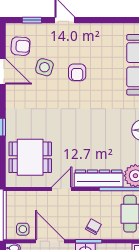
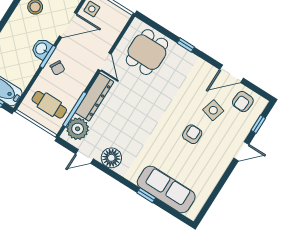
armchair: (77, 72) -> (192, 134), turned 90

